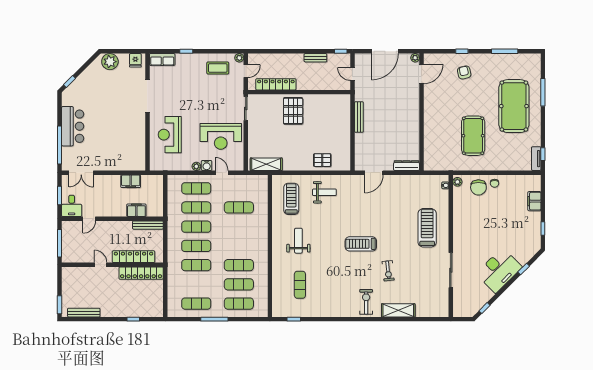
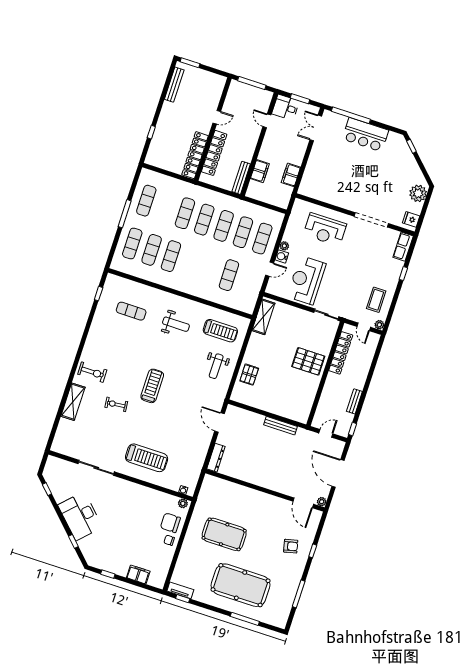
reception desk: (170, 135) -> (325, 229), turned 180

